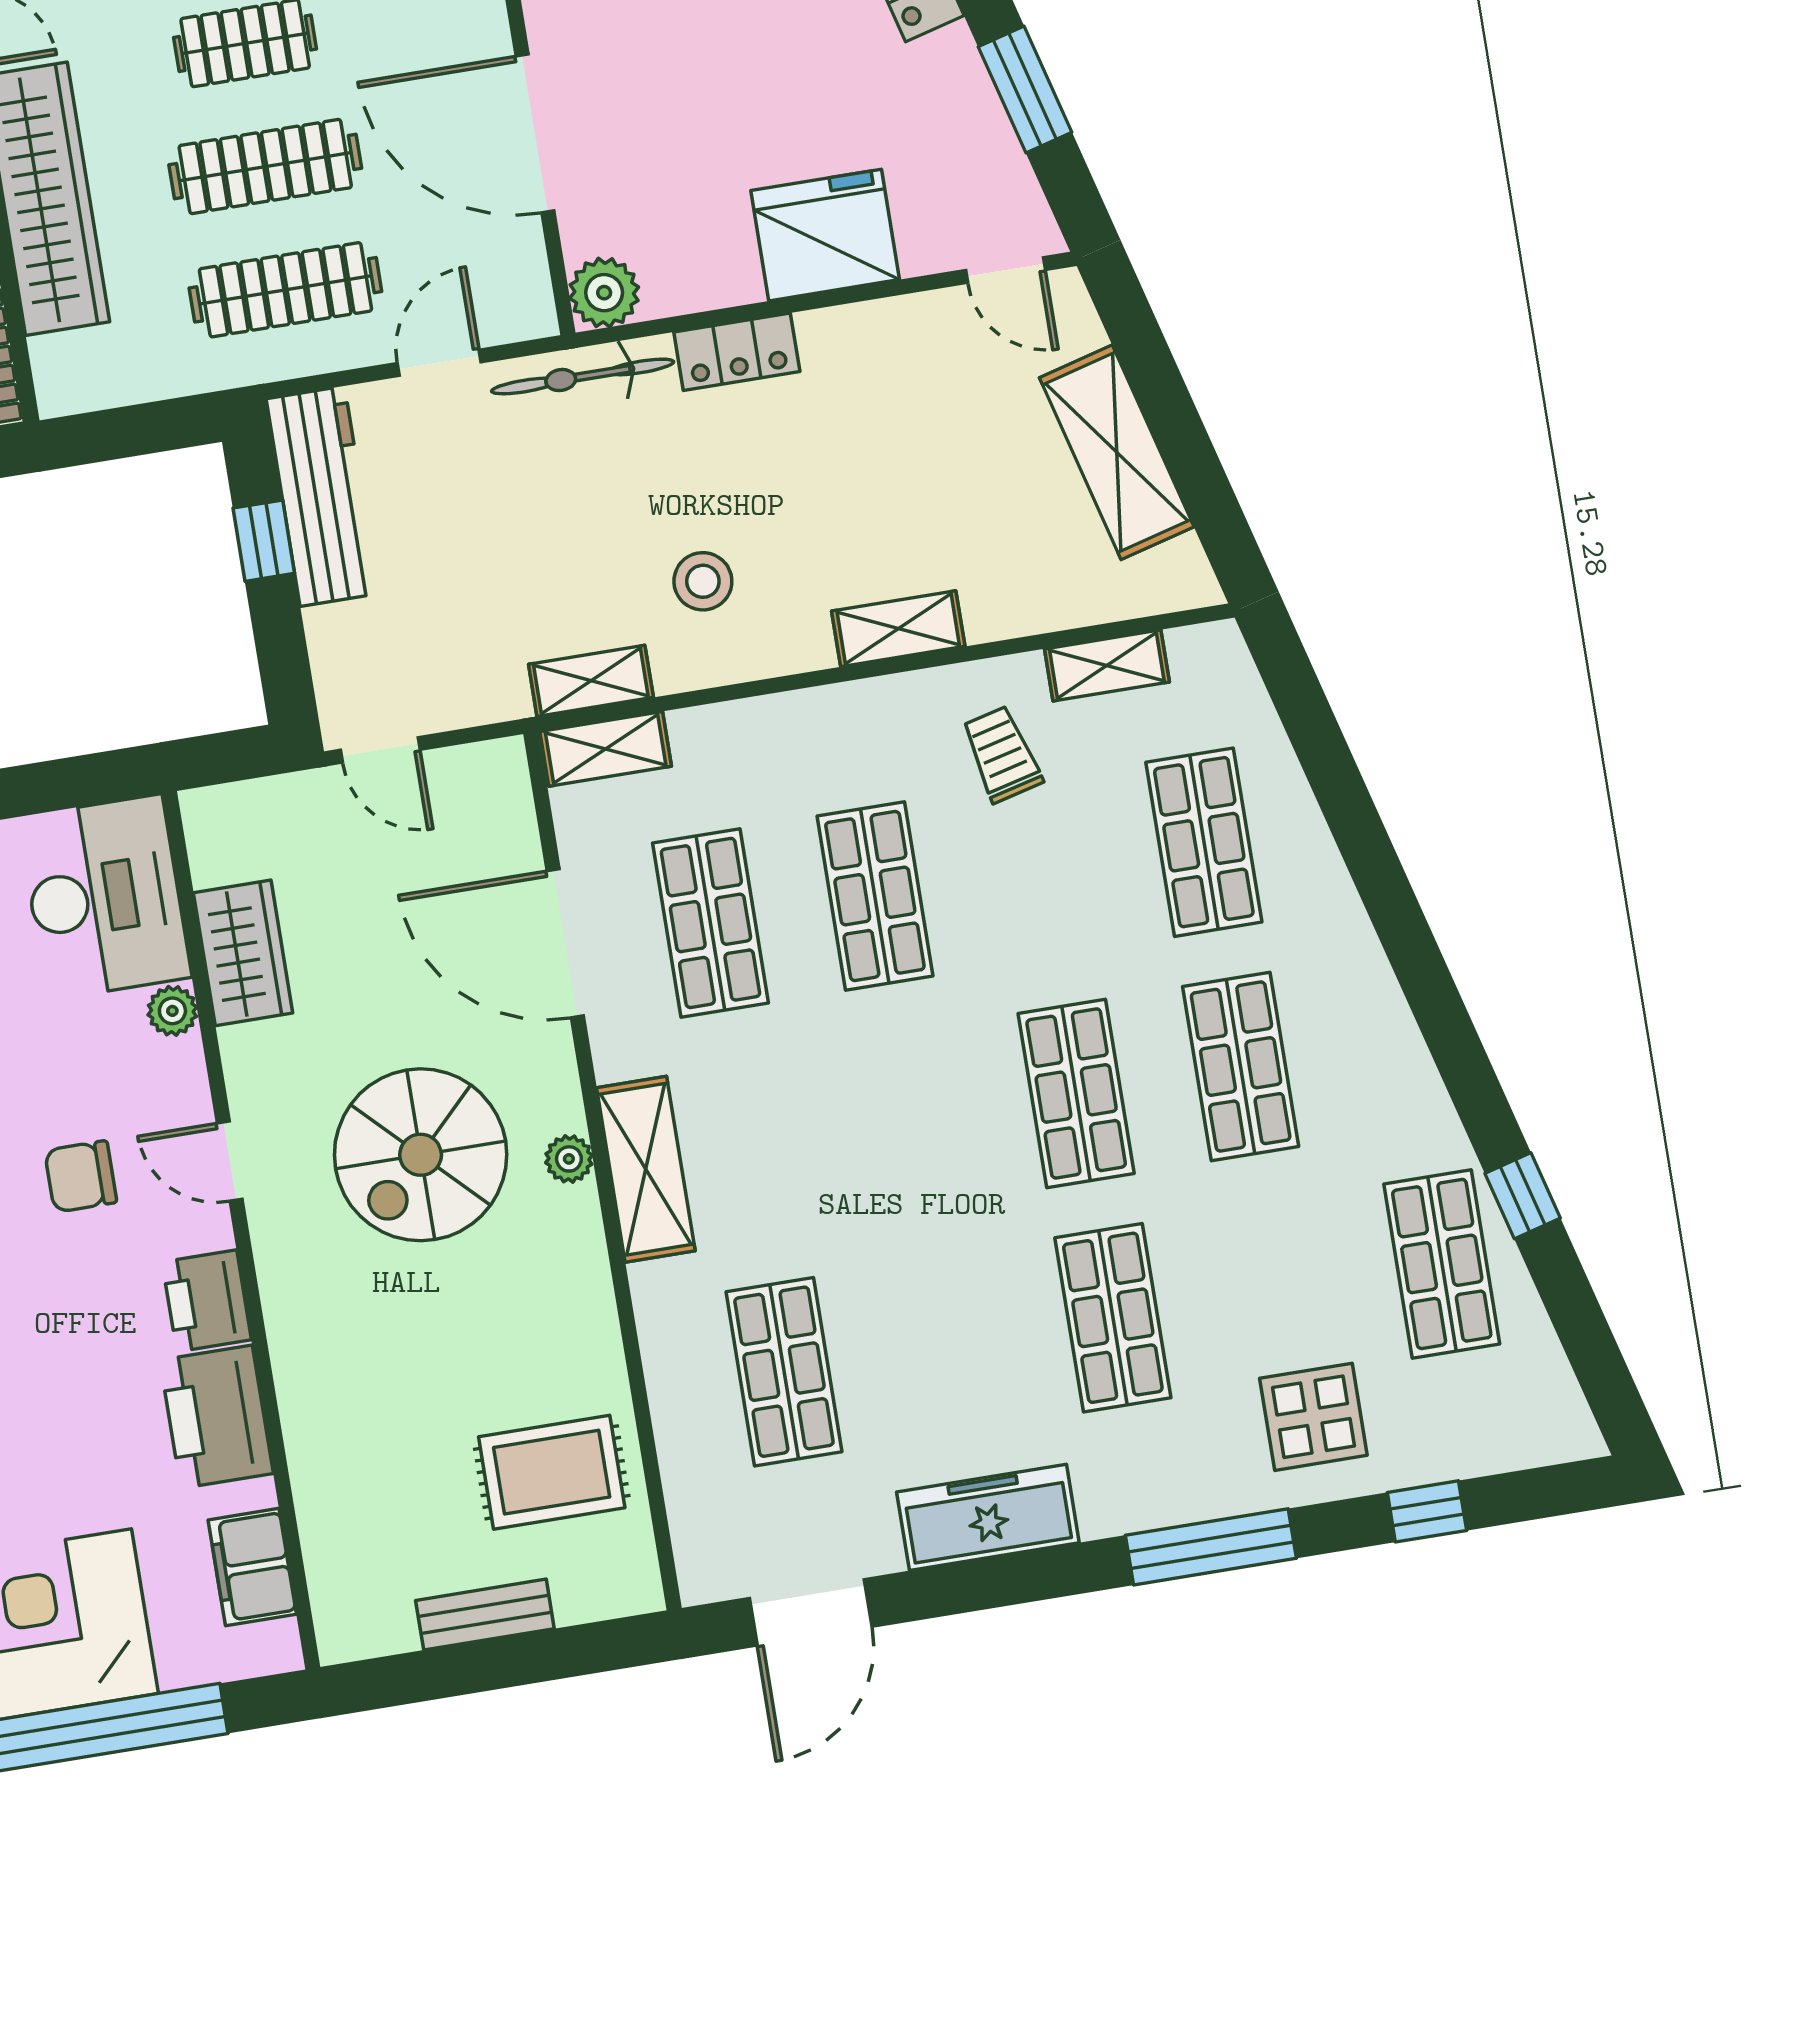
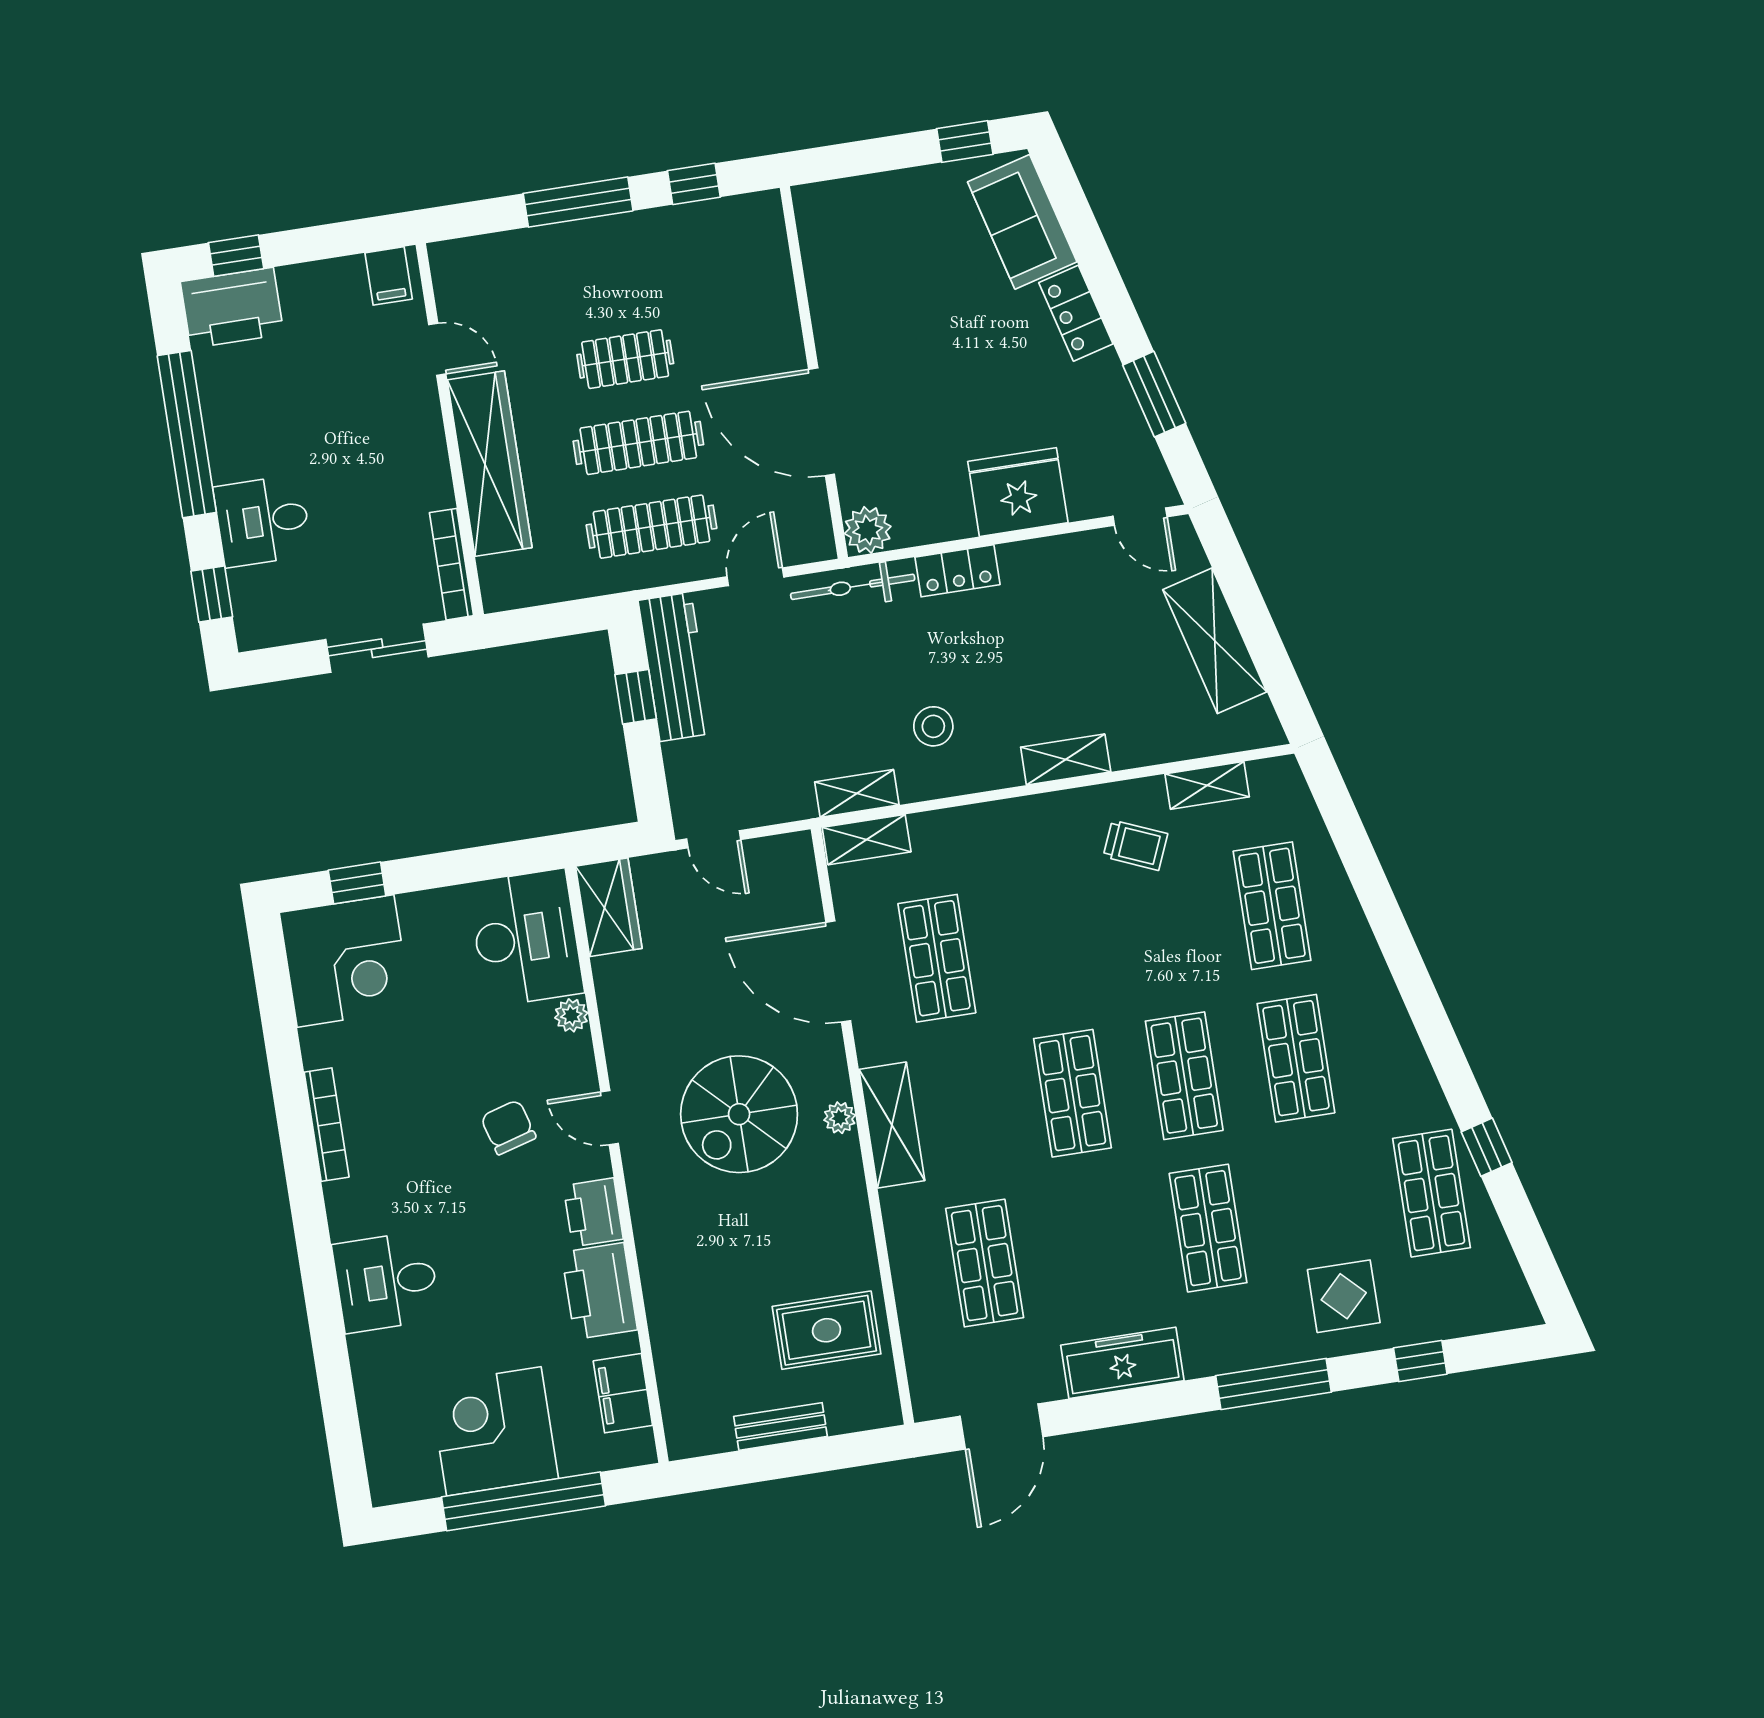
trolley: (1002, 754) -> (1135, 845), turned 127
shop shelf: (875, 896) -> (1072, 1093), moved
wardrobe: (243, 953) -> (609, 907), moved
chair: (81, 1176) -> (508, 1127), turned 74

